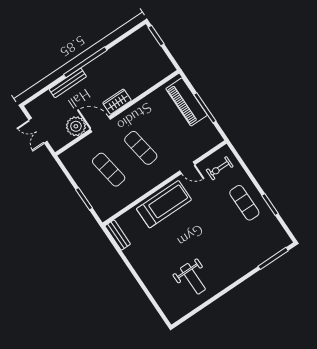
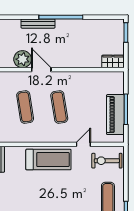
wardrobe: (117, 102) -> (113, 61), moved
piano: (187, 102) -> (115, 115), moved
door: (187, 168) -> (83, 144), swing flipped
exercise bike: (220, 168) -> (107, 161), width x1.38, depth x1.39

